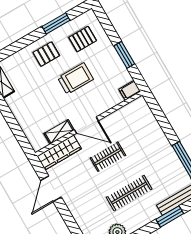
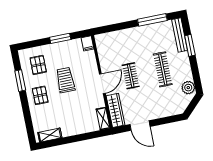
shelving: (59, 132) -> (103, 119), moved

